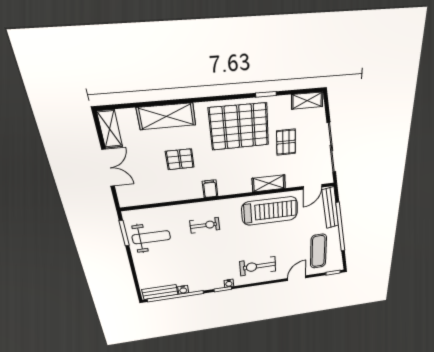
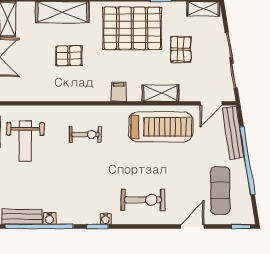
filing cabinet: (210, 189) -> (119, 92), moved
weight bench: (151, 237) -> (25, 141), turned 90
exercise bike: (258, 266) -> (143, 200), turned 180

